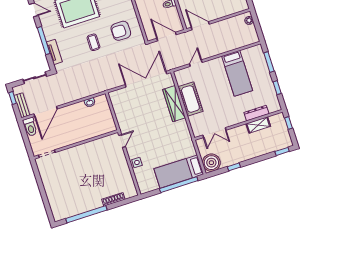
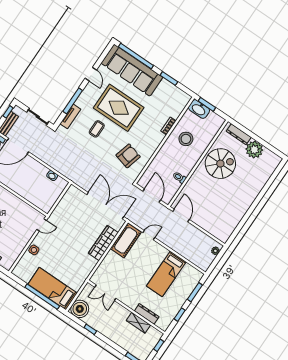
armchair: (121, 31) -> (128, 156), turned 105
coffee table: (93, 42) -> (97, 129), moved
cot: (190, 99) -> (126, 240), moved

